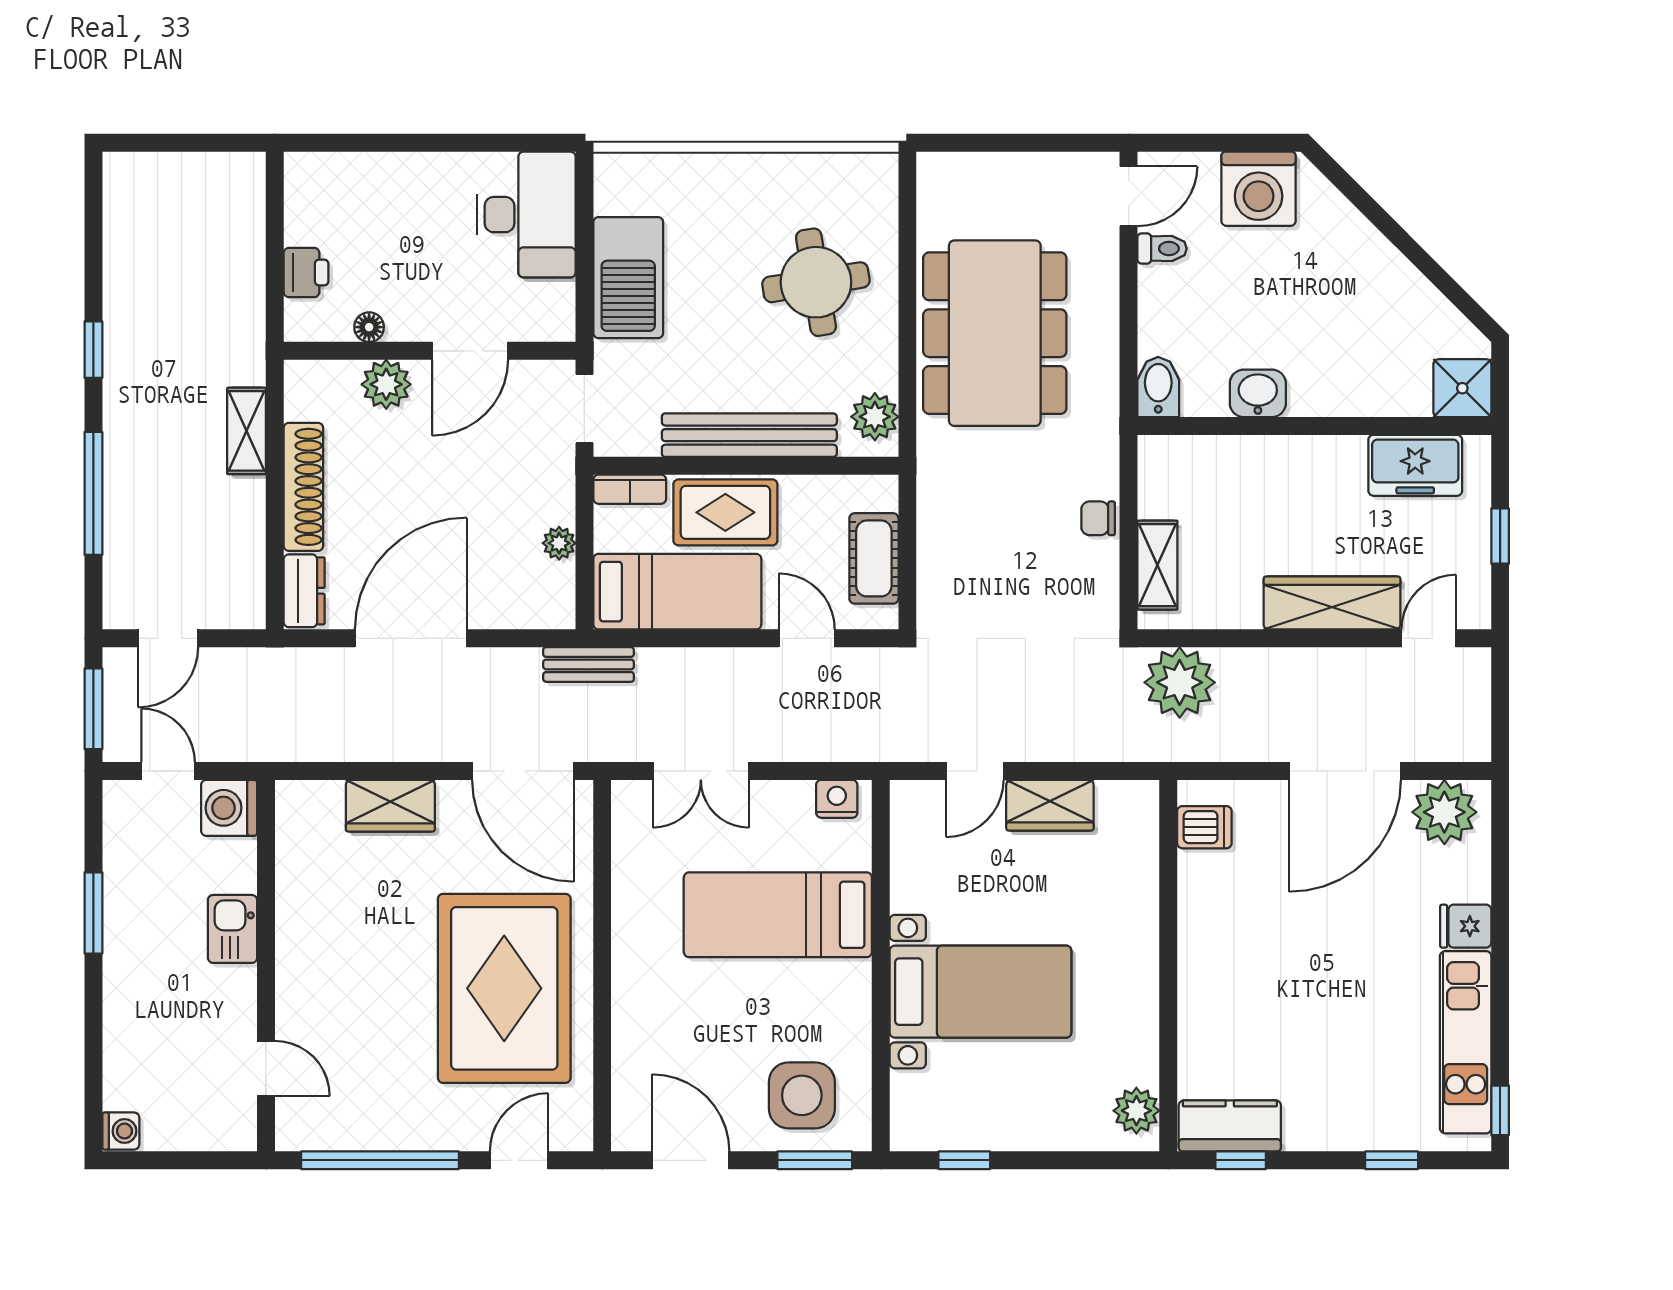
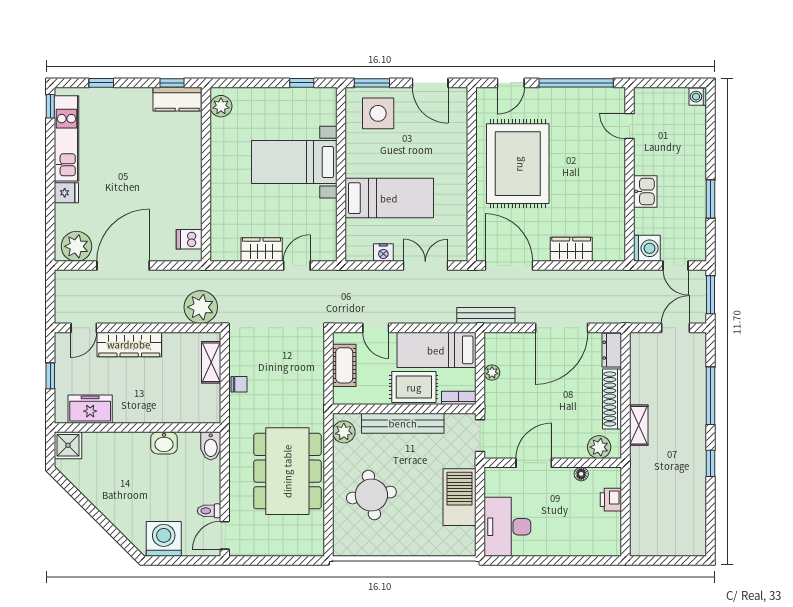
plant: (386, 384) -> (599, 447), moved
bench: (589, 664) -> (486, 316), width x1.36
nightstand: (837, 799) -> (383, 253), moved

